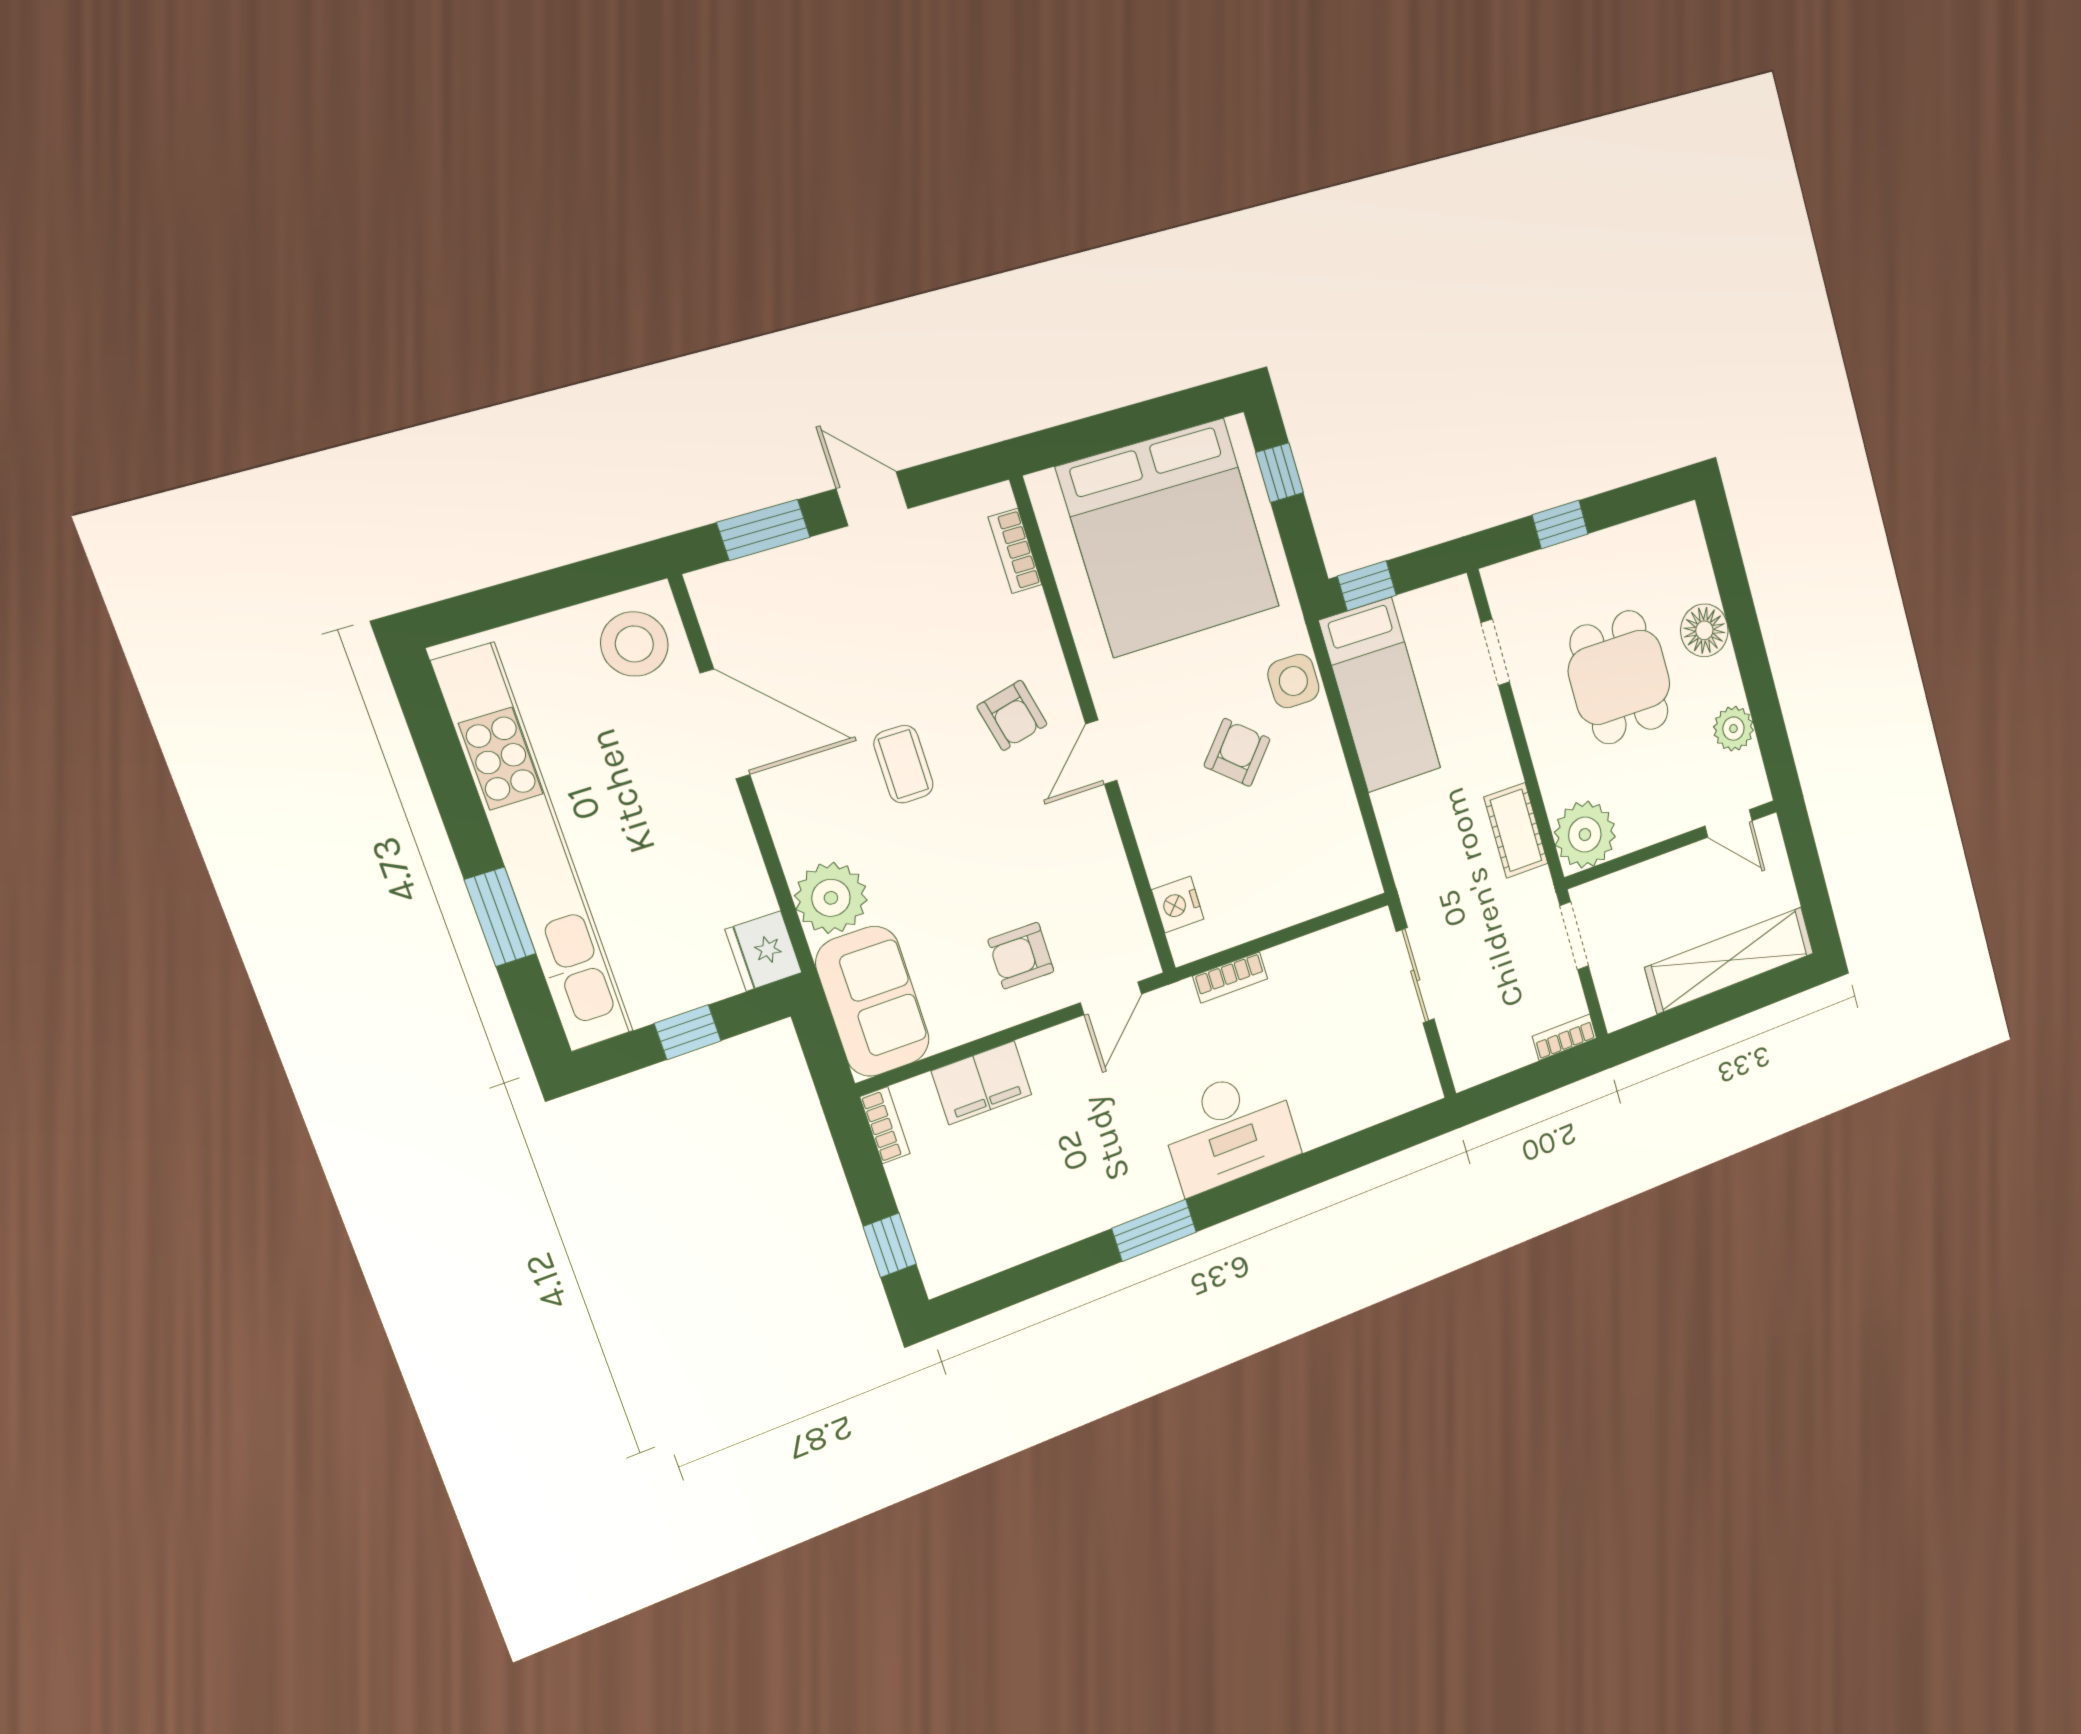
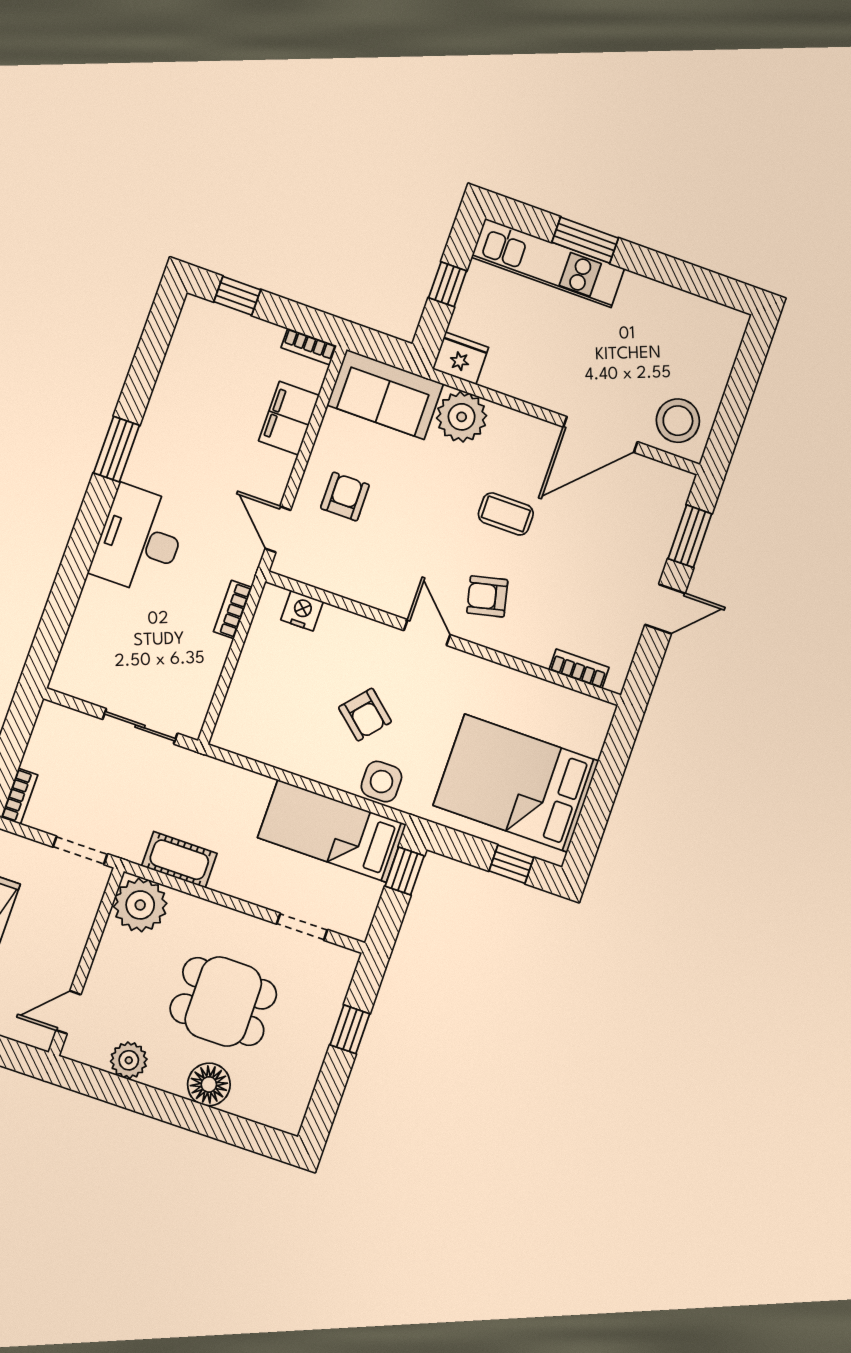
bed: (1169, 538) -> (516, 783), width x0.73
kitchen unit: (533, 849) -> (548, 263), width x0.54

